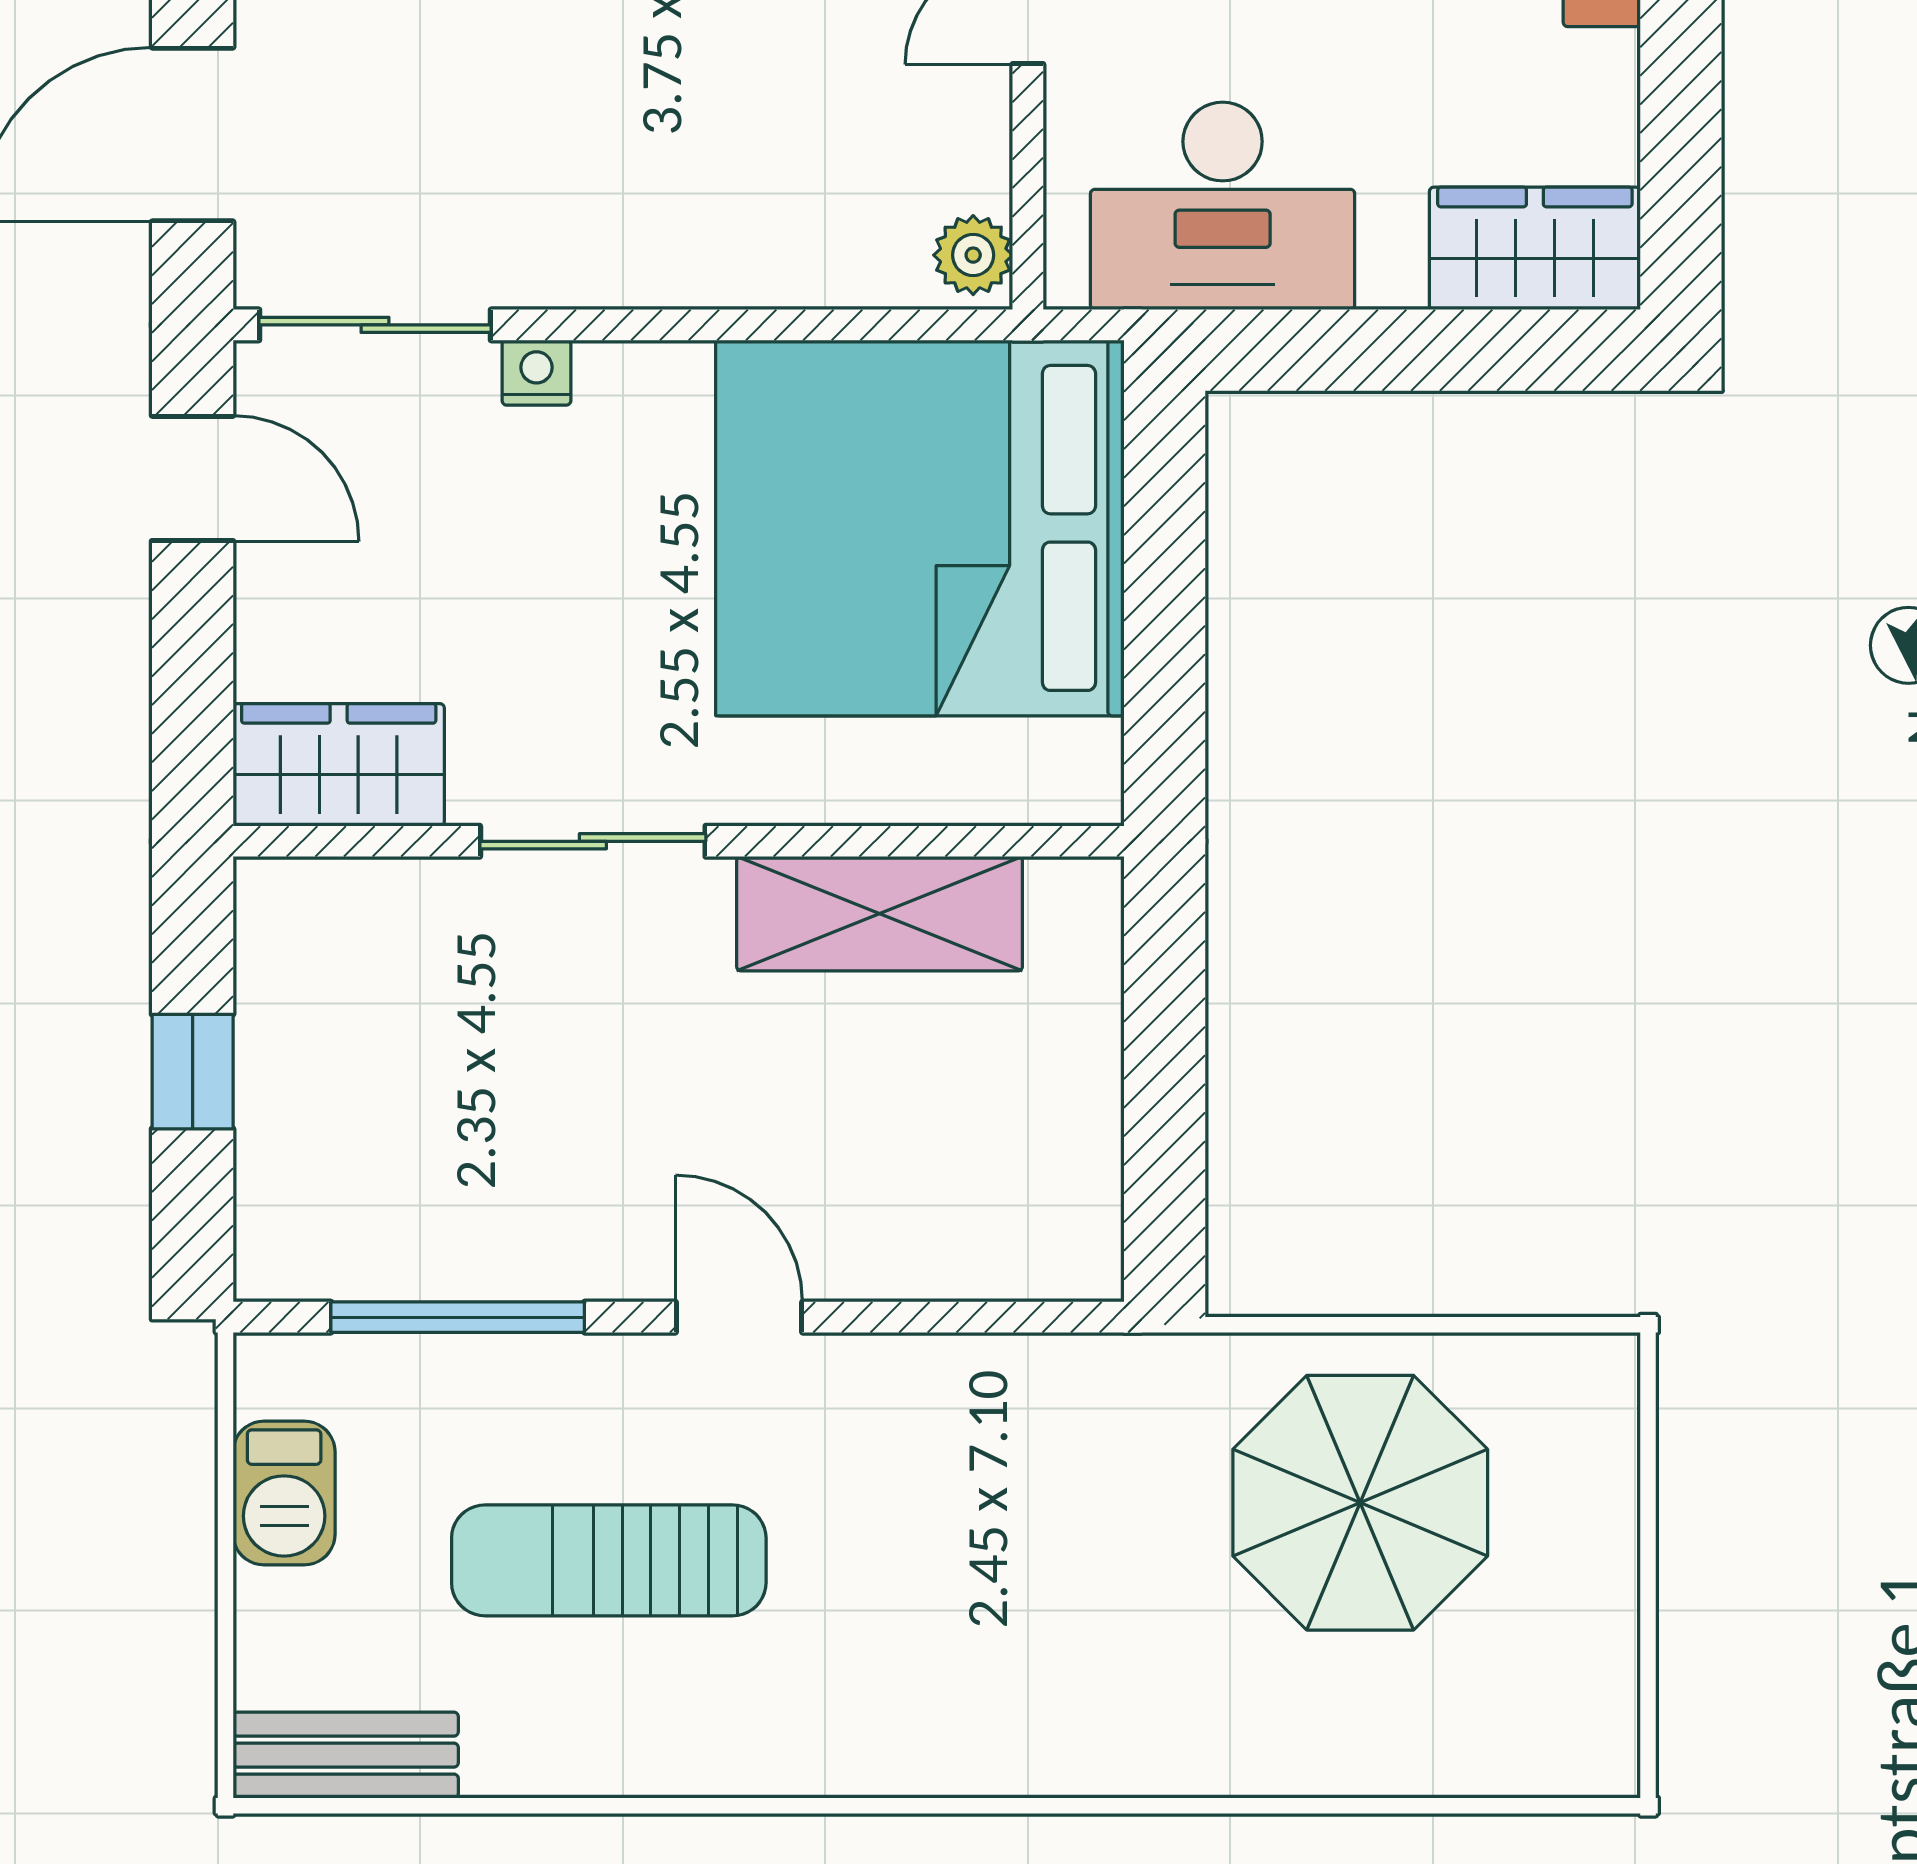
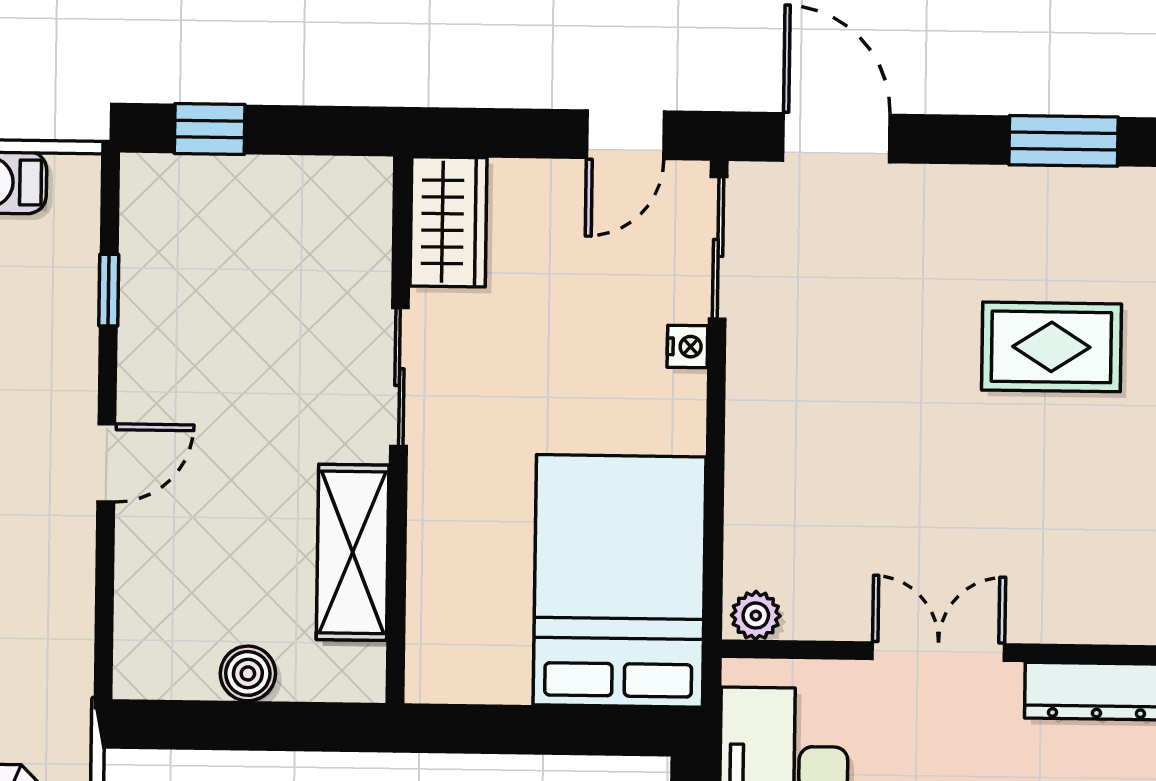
bed: (920, 528) -> (620, 581), width x0.73
window: (193, 1072) -> (210, 129), moved
boiler: (1079, 1082) -> (248, 673), added
window: (458, 1317) -> (109, 290), width x0.46

